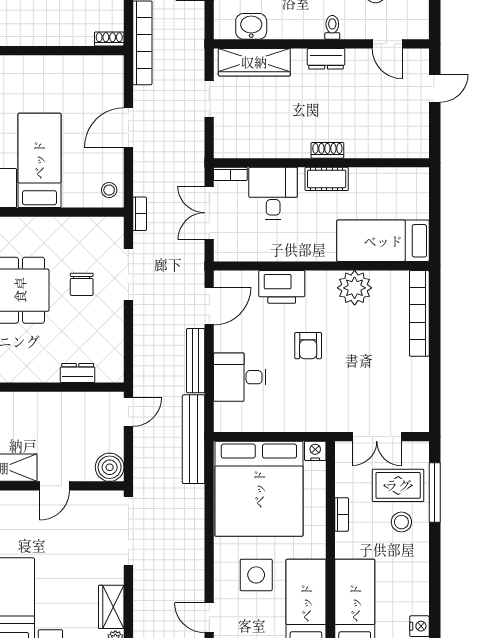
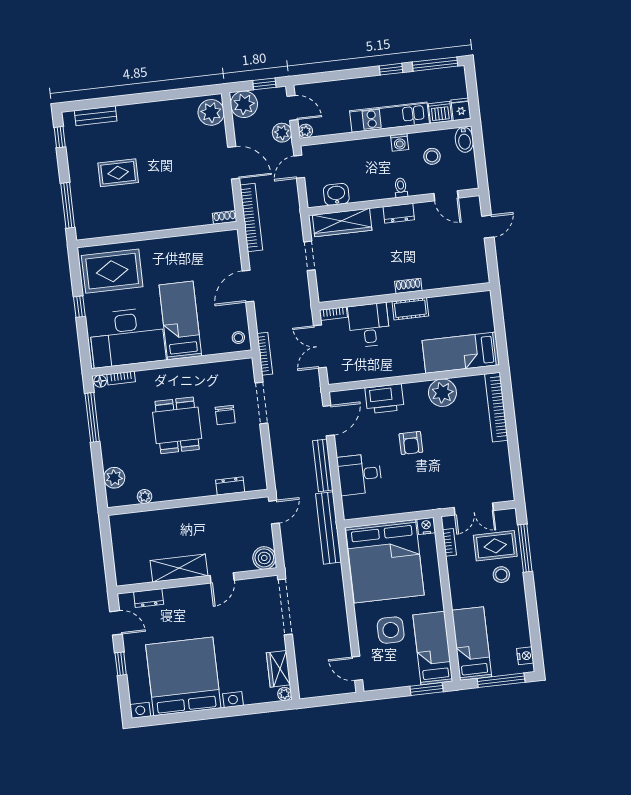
bookcase: (140, 214) -> (265, 354), width x1.56
bookcase: (342, 514) -> (449, 542), moved

